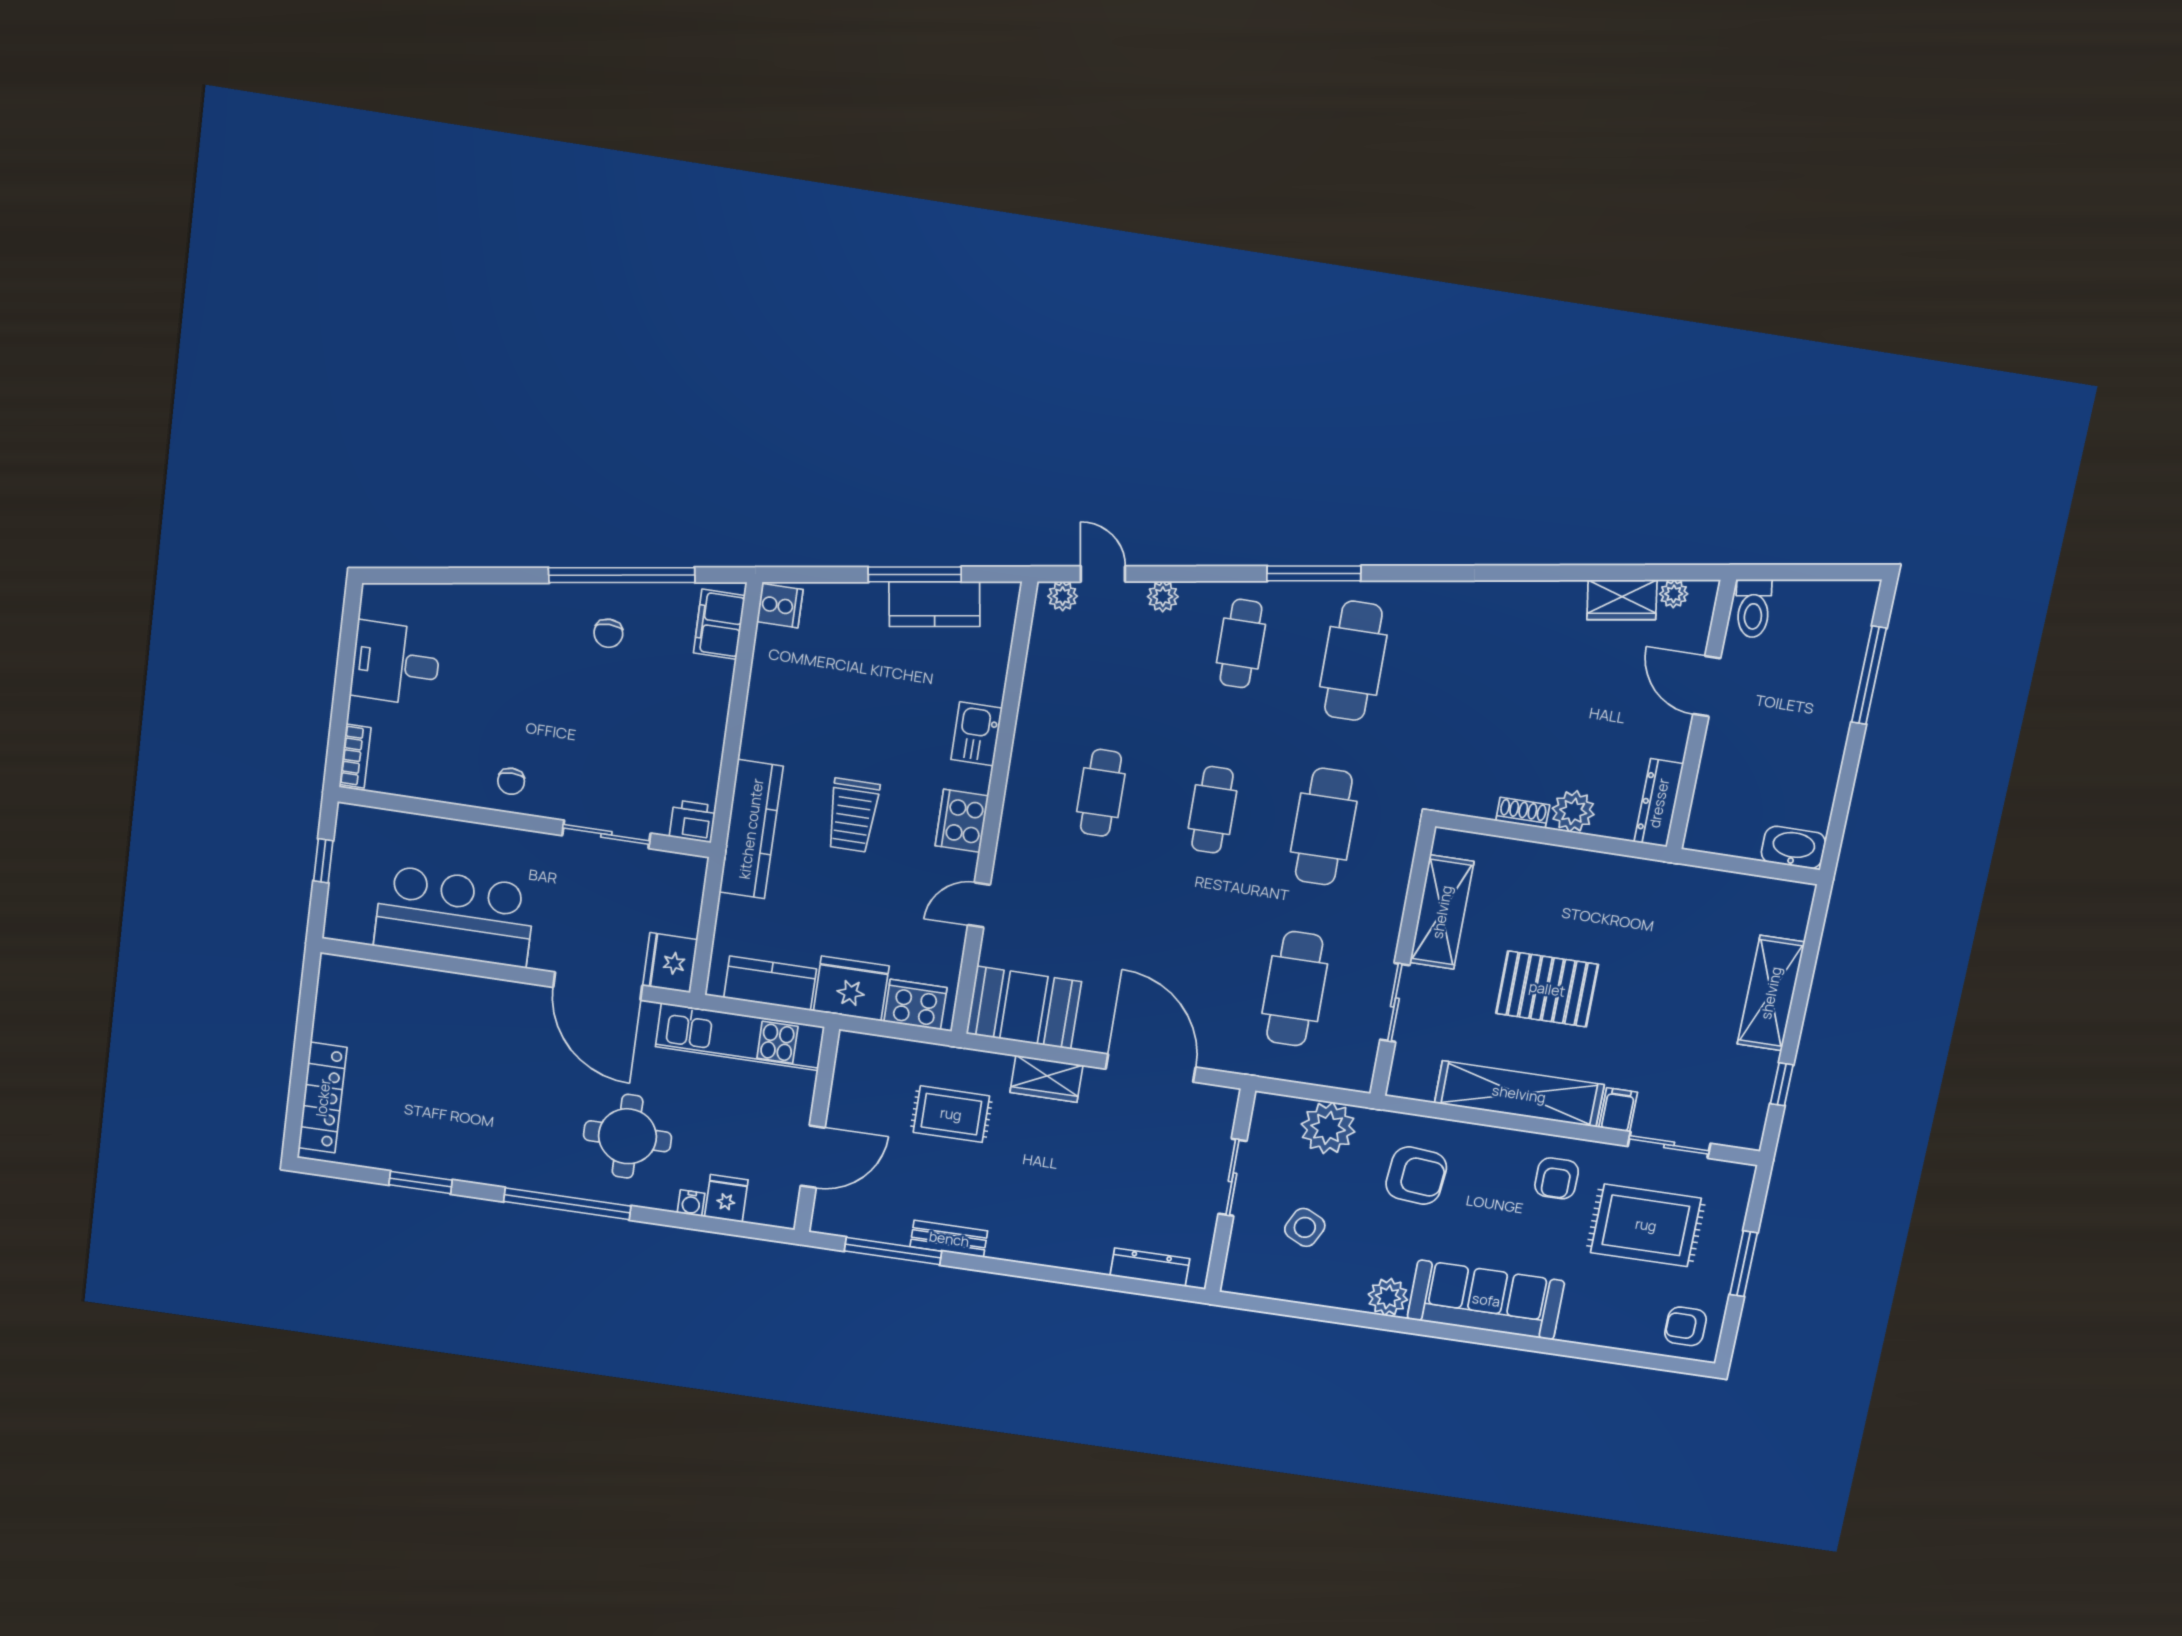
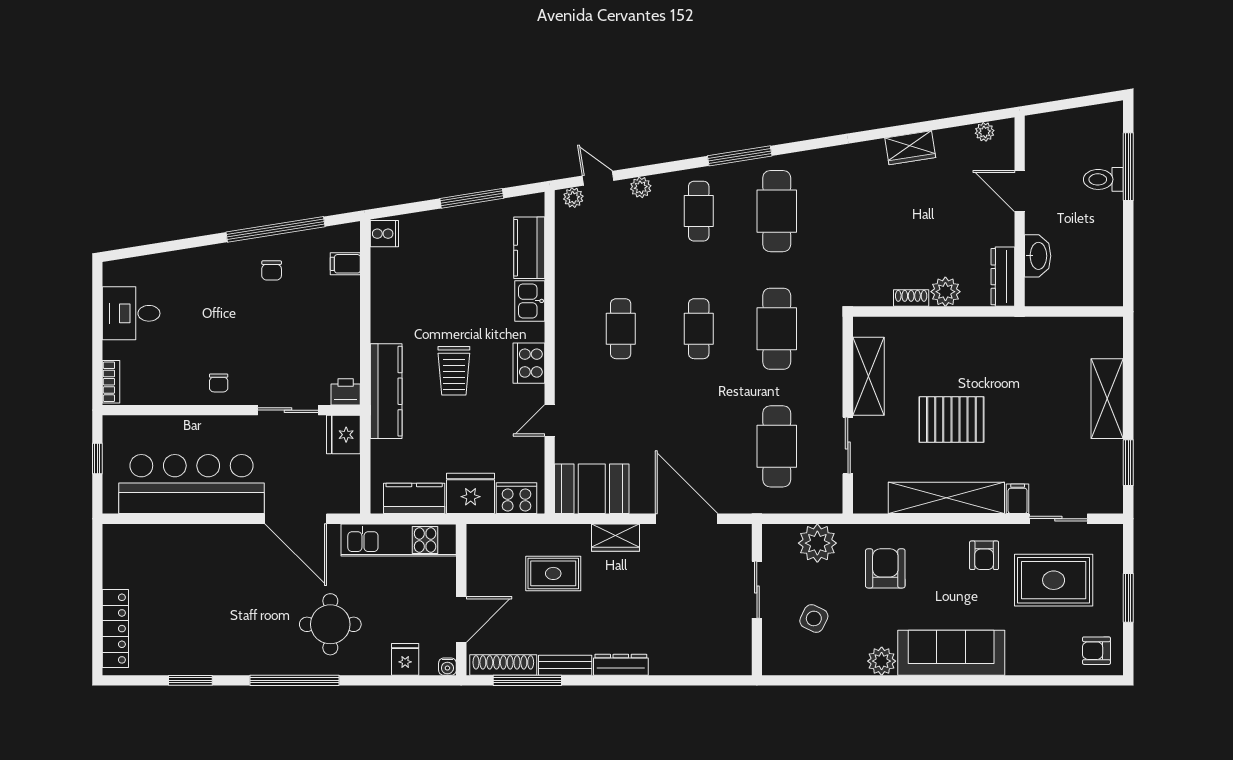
wardrobe: (1622, 600) -> (910, 148), moved
kitchen counter: (935, 604) -> (529, 248), moved, turned 99
toilet: (1753, 608) -> (1103, 179), moved, turned 99
filing cabinet: (719, 624) -> (345, 264), width x0.50
washbasin: (1793, 847) -> (1038, 256), moved, turned 90
bar counter: (455, 916) -> (192, 484), width x1.36
fridge: (670, 963) -> (343, 435), moved
window: (1782, 1084) -> (1128, 463), width x1.50
armchair: (1416, 1176) -> (885, 568), turned -95
water cooler: (691, 1203) -> (447, 667), moved
shoe rack: (863, 1226) -> (503, 665), added
dresser: (1150, 1267) -> (621, 665), moved

